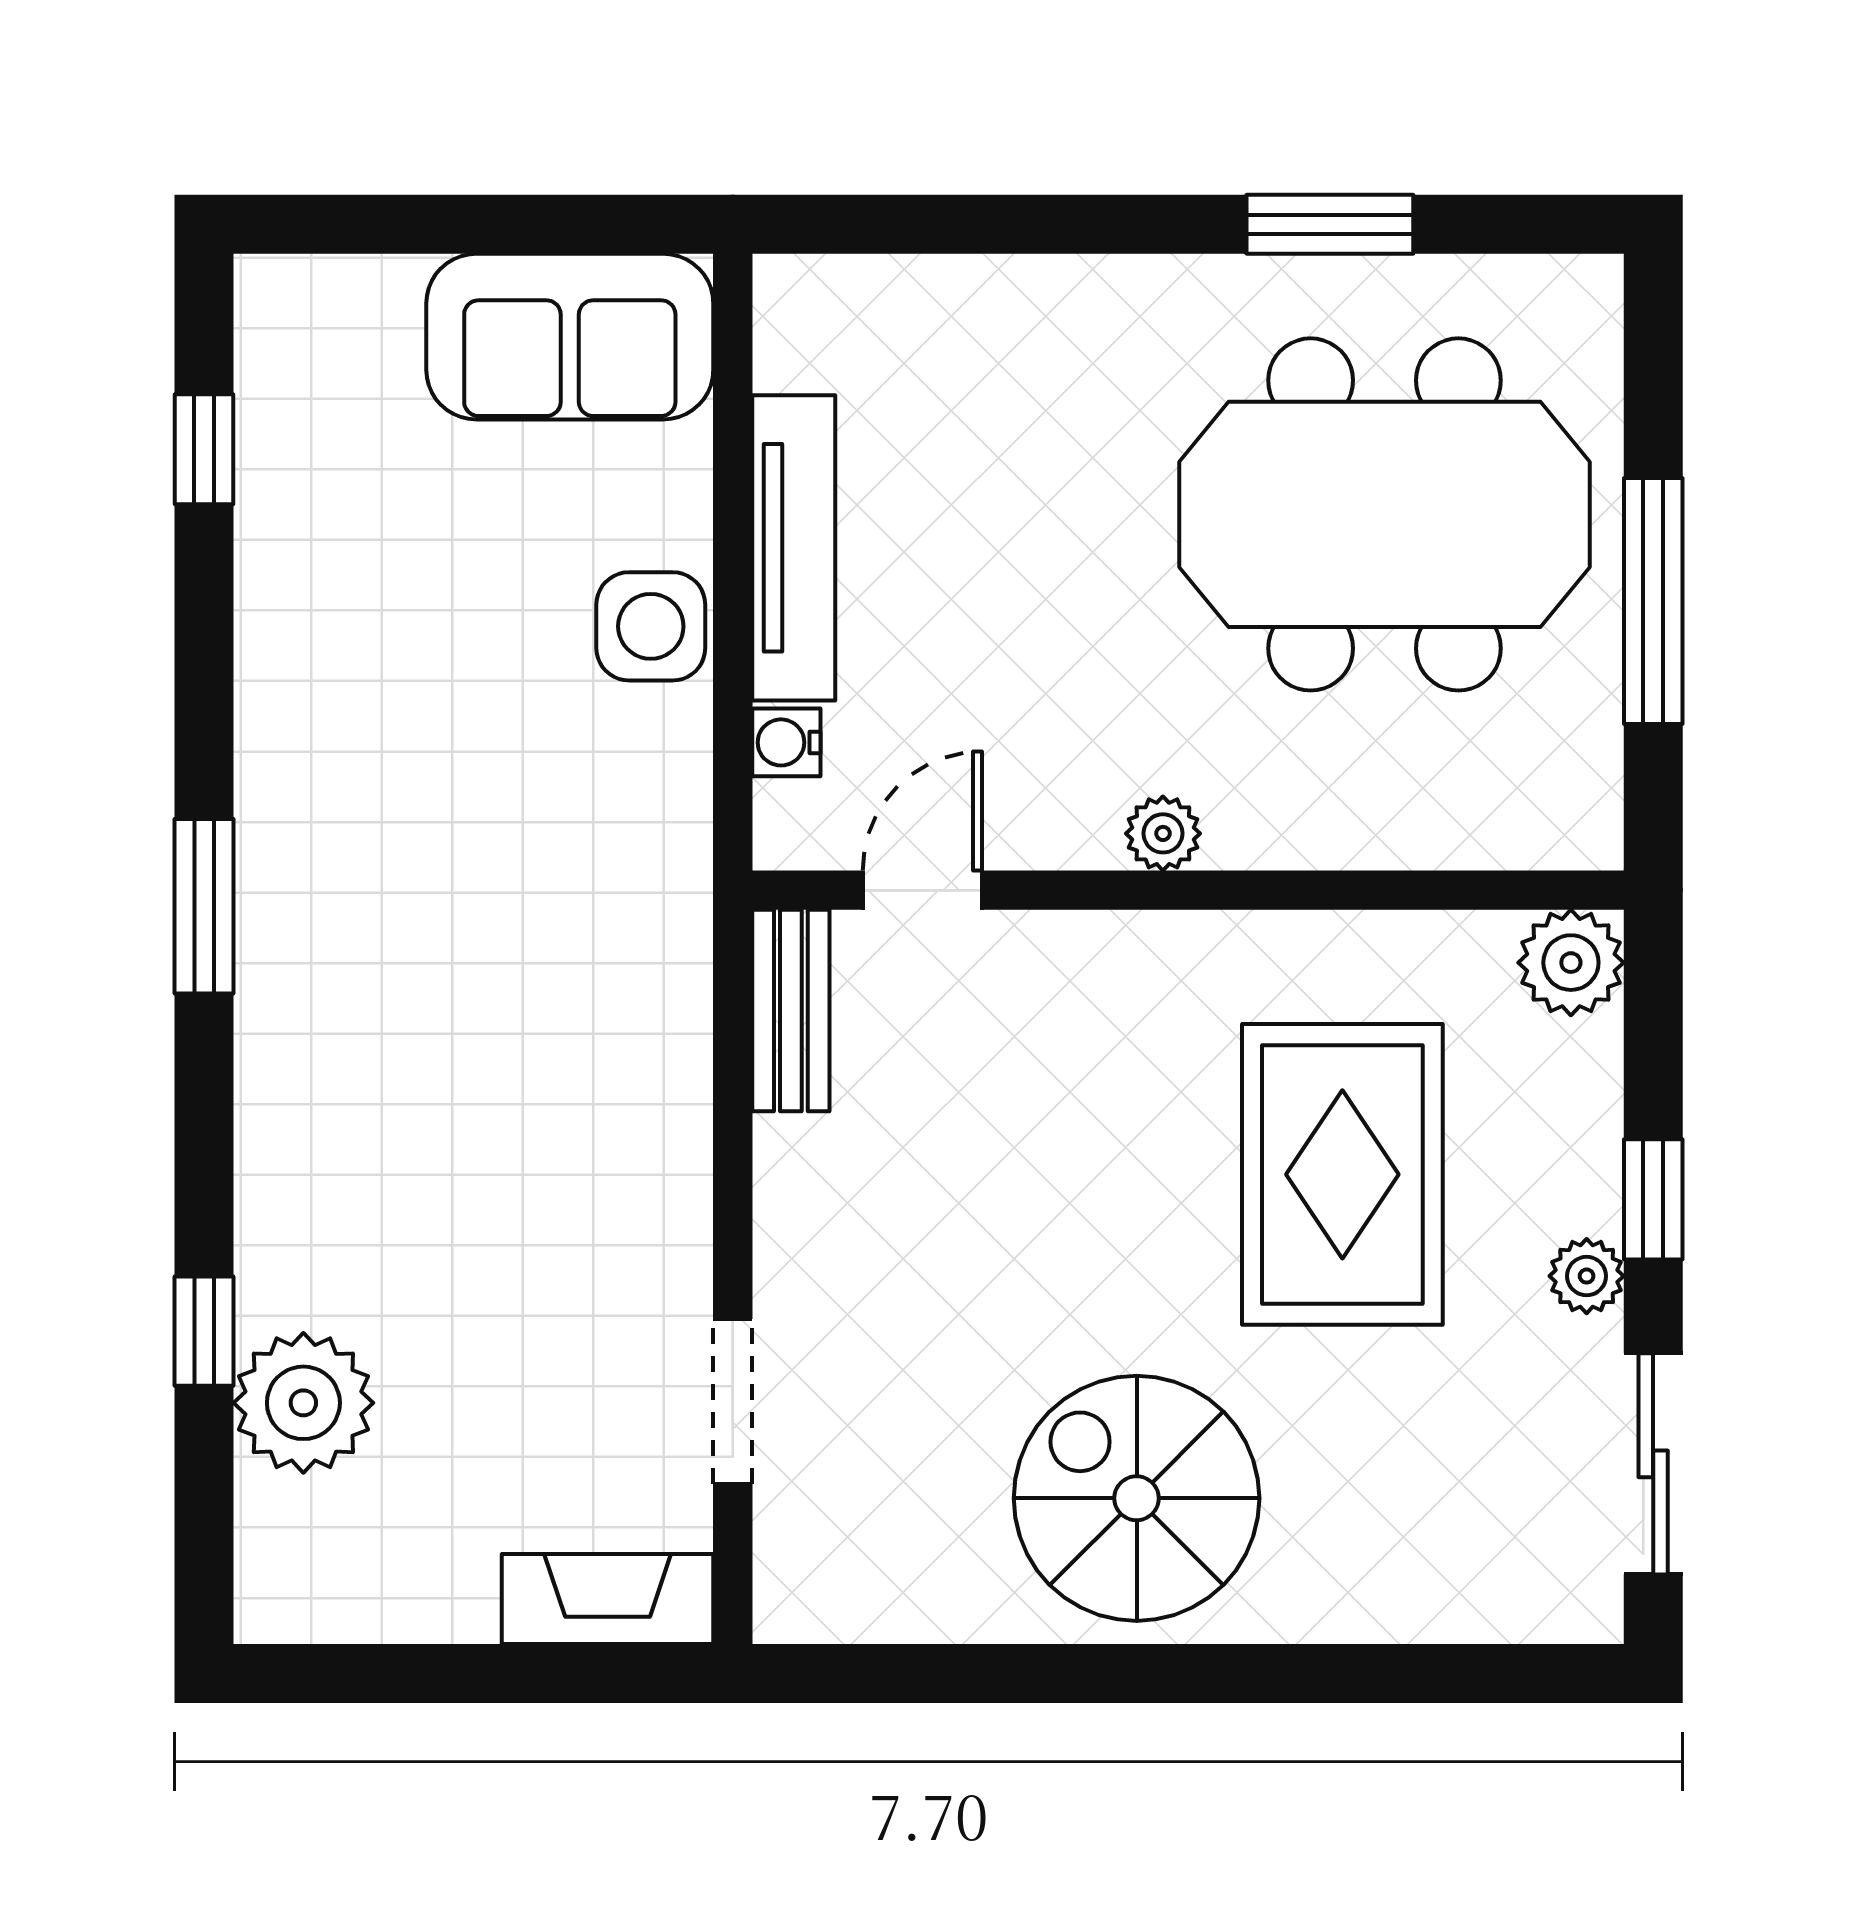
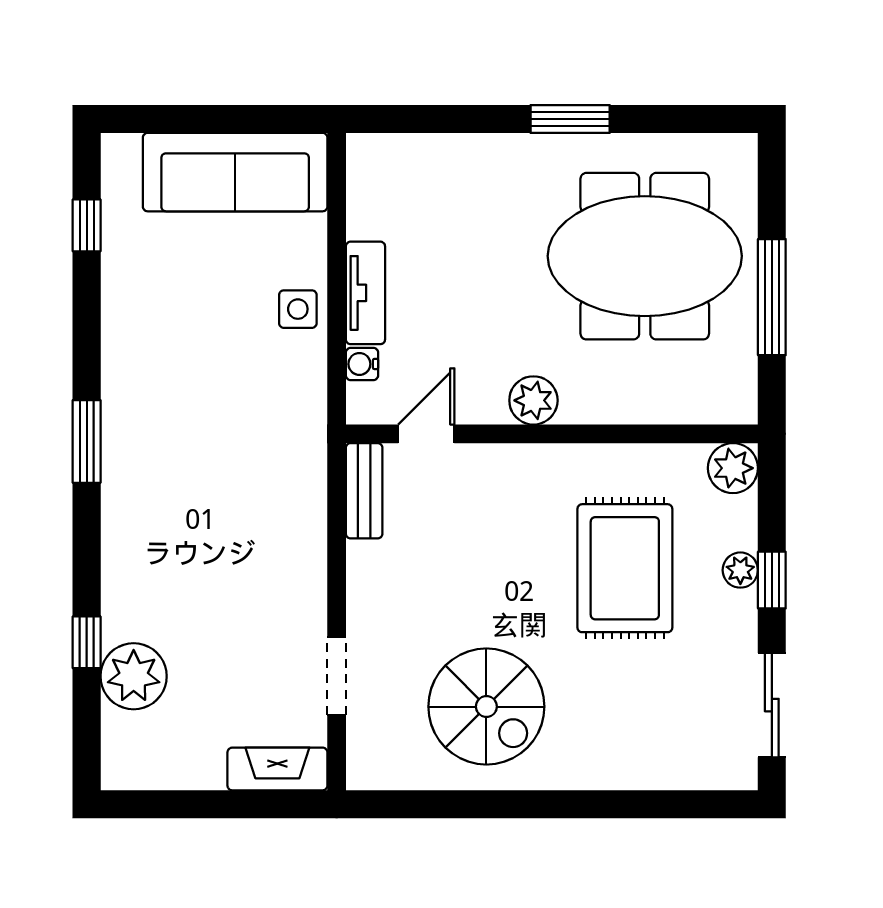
window: (1330, 224) -> (570, 119), moved
sofa: (570, 337) -> (235, 172), width x1.36
tv unit: (794, 548) -> (365, 293), width x0.71
side table: (651, 626) -> (298, 309), width x0.73, depth x0.73
plant: (1163, 833) -> (533, 400), width x1.38, depth x1.38
plant: (1587, 1276) -> (740, 570), moved
spiral stairs: (1137, 1498) -> (486, 707), moved, turned 180

